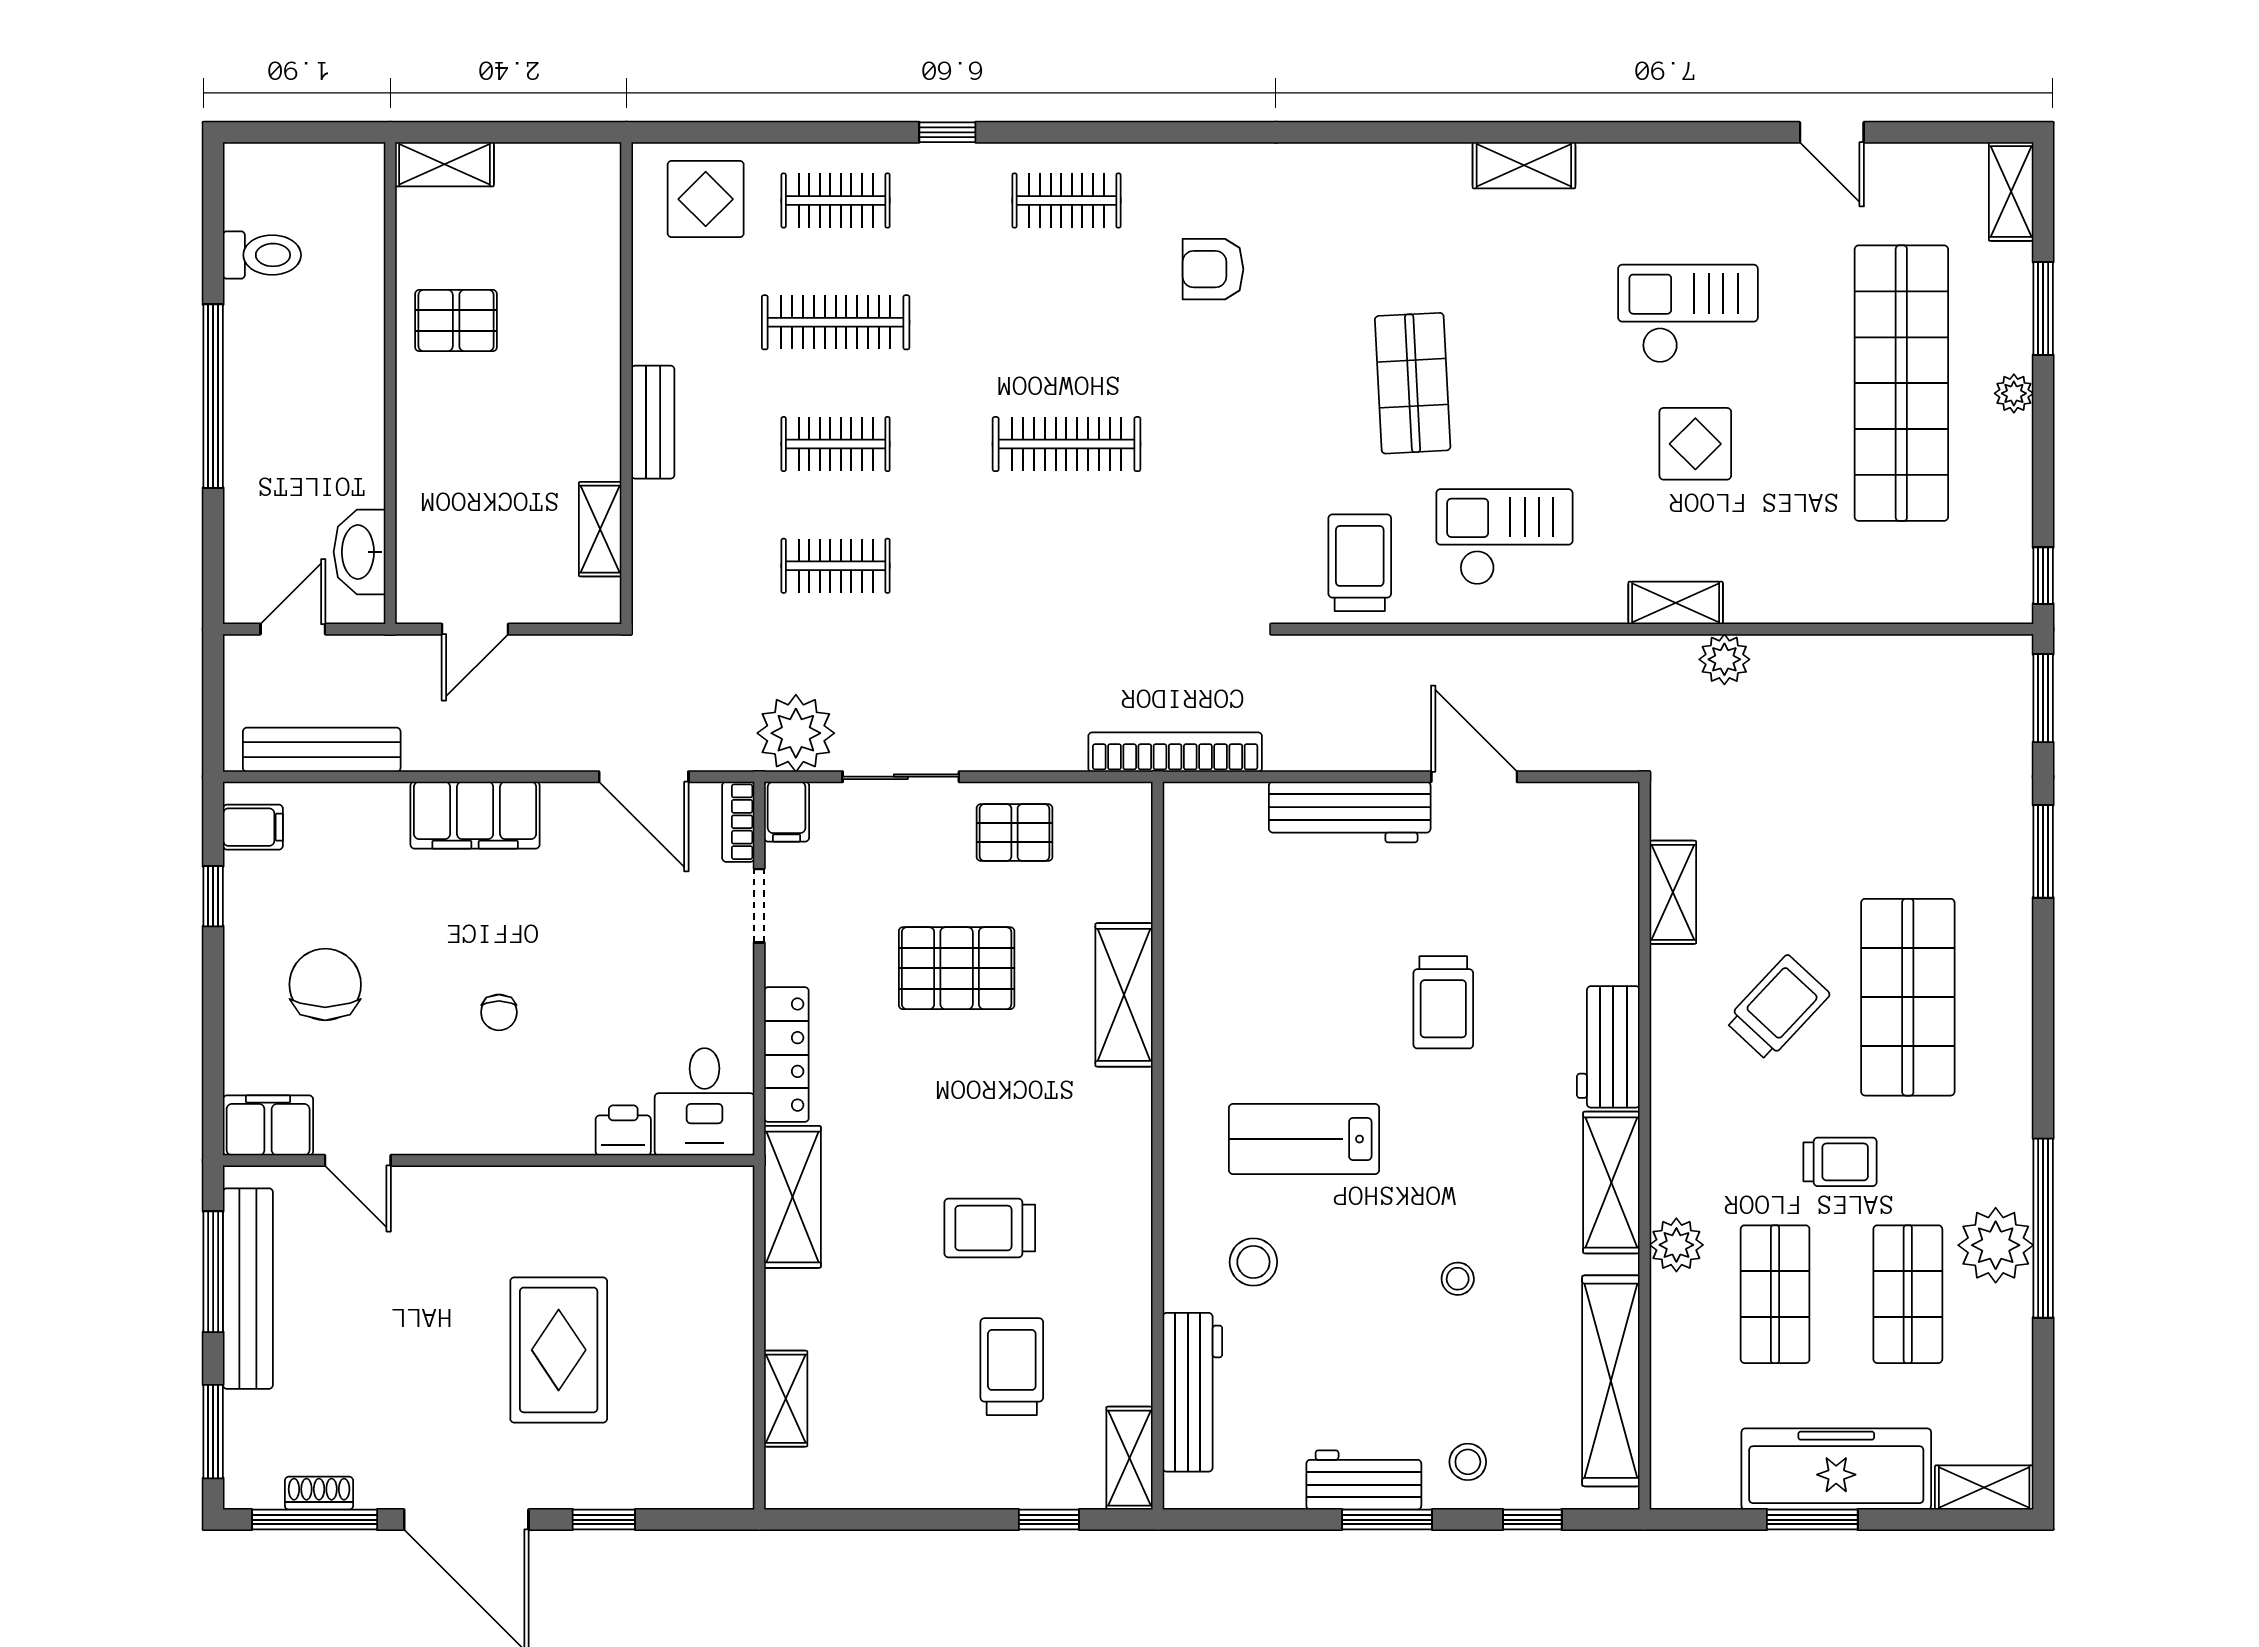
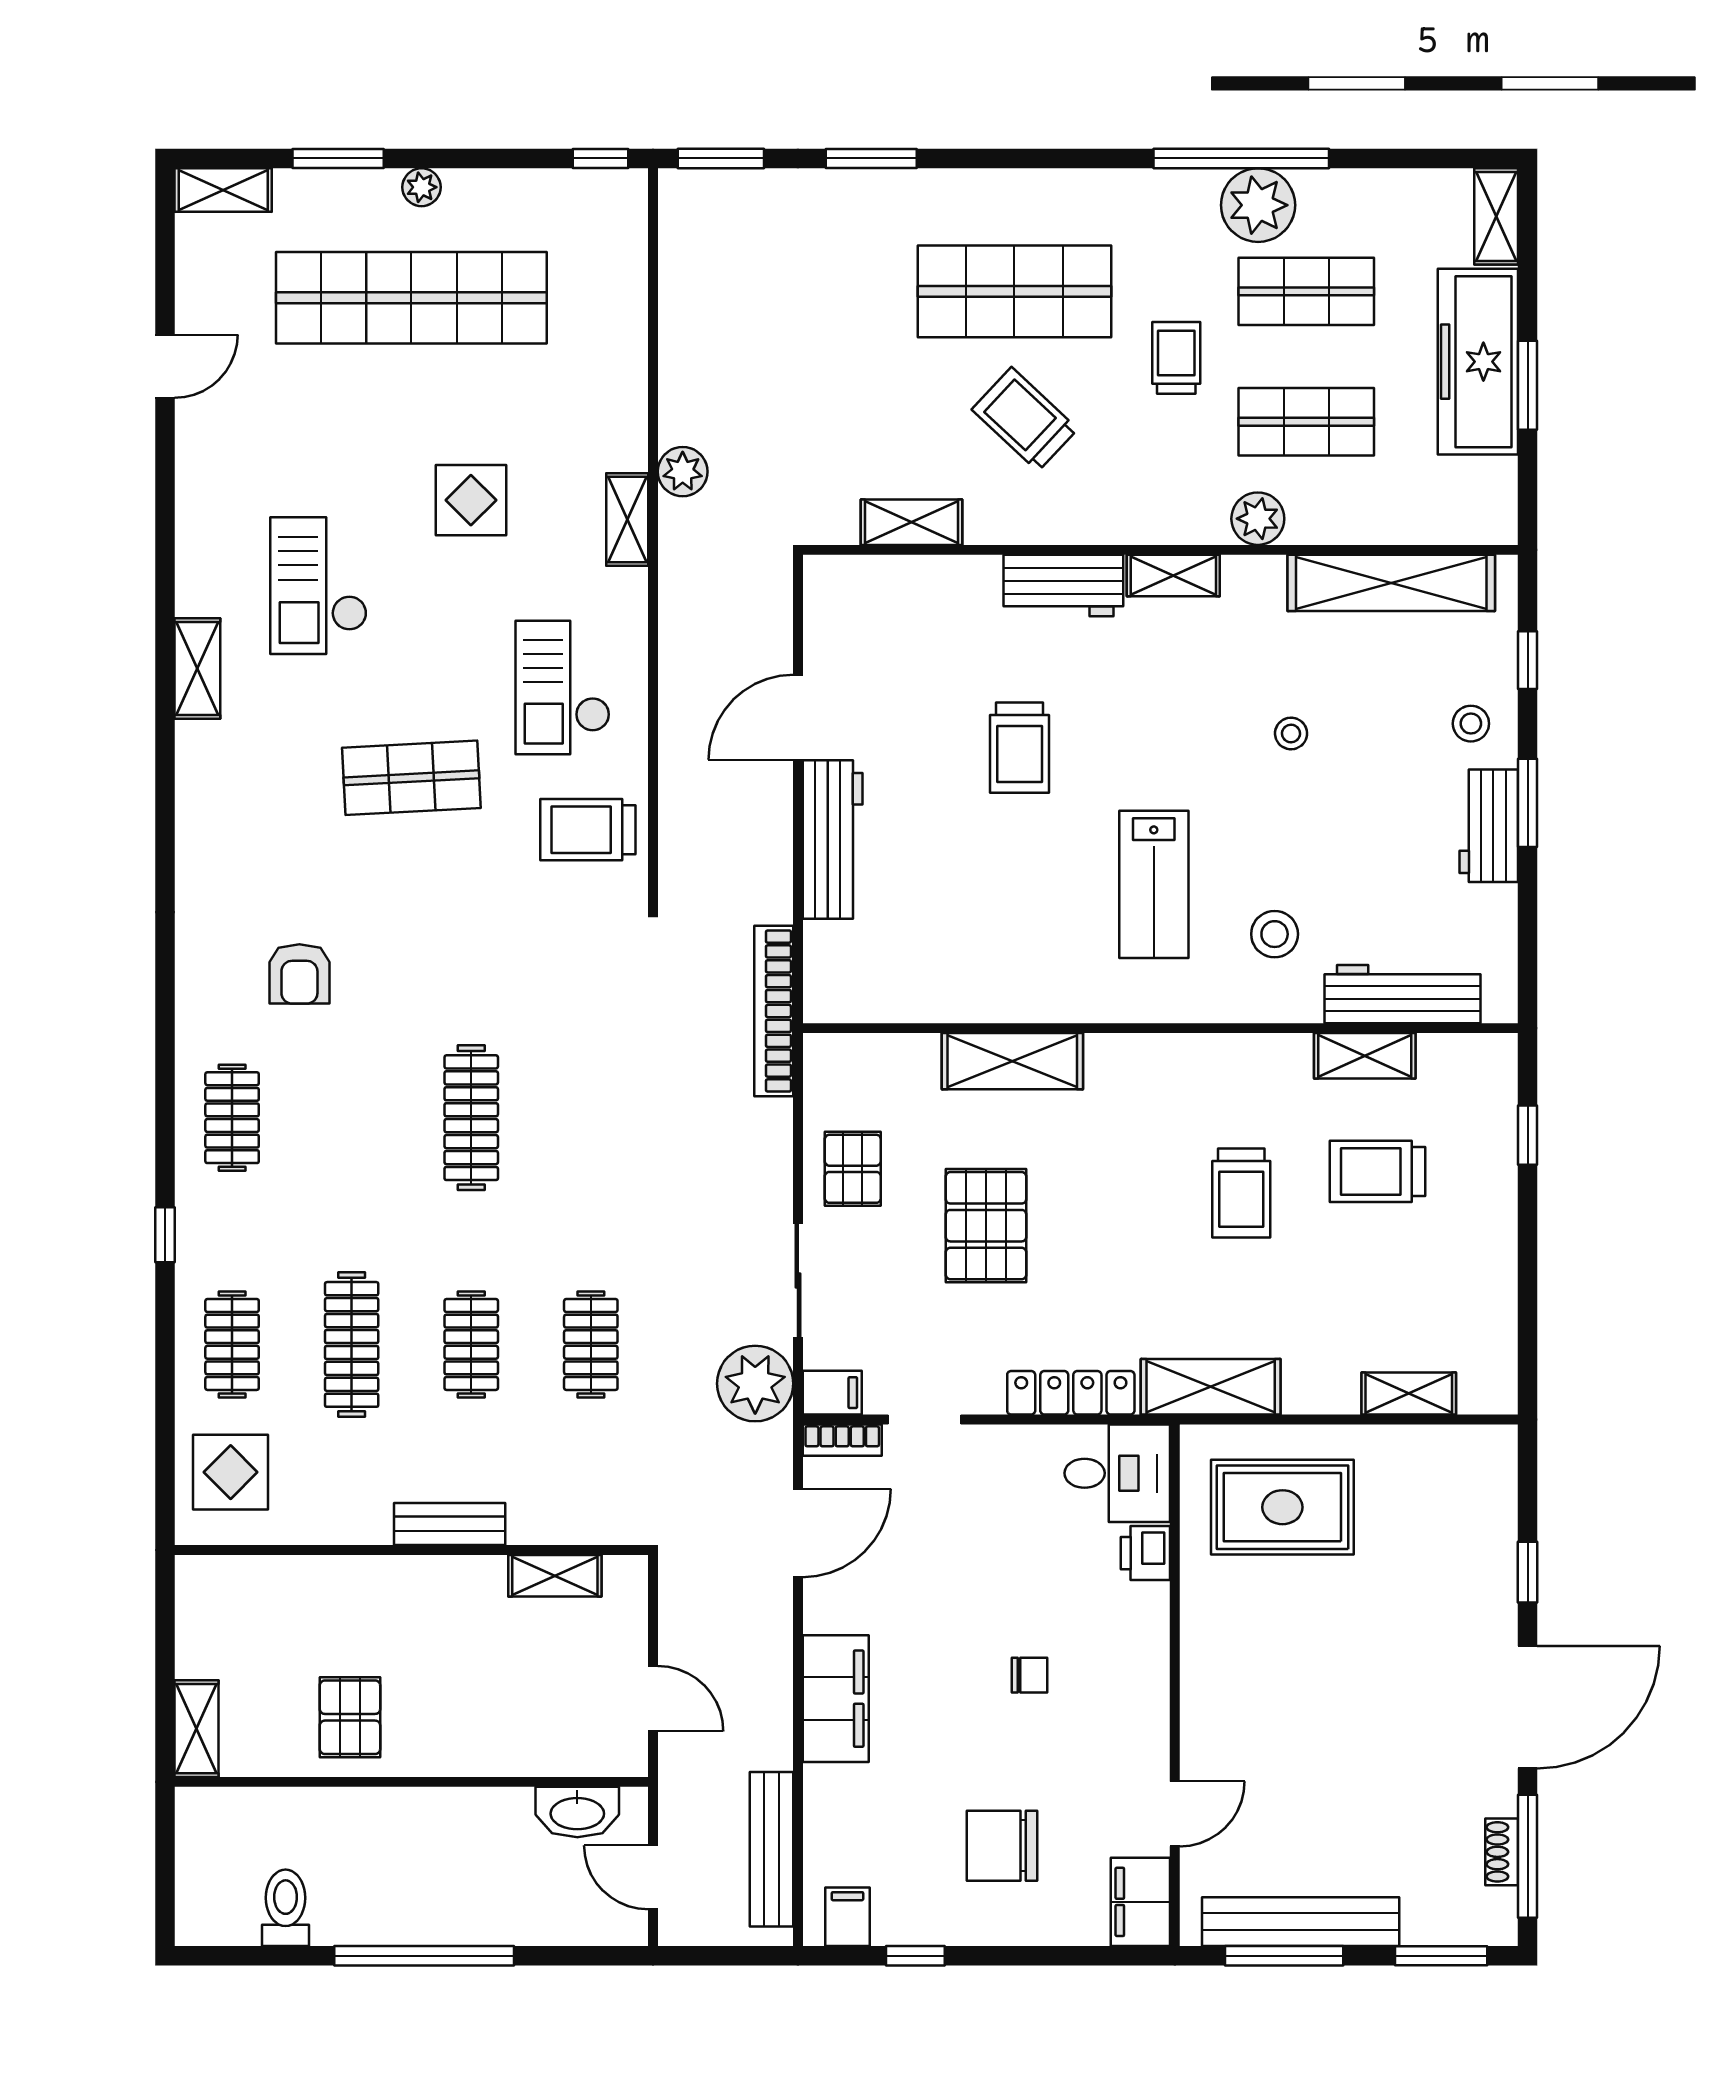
checkout: (1688, 314) -> (318, 586), moved
trolley: (1443, 1002) -> (1020, 748), turned 90
shelving: (1611, 1183) -> (1173, 576), width x0.67, depth x0.75
rug: (559, 1350) -> (1282, 1507), moved
shelving: (1130, 1458) -> (1365, 1056), moved

